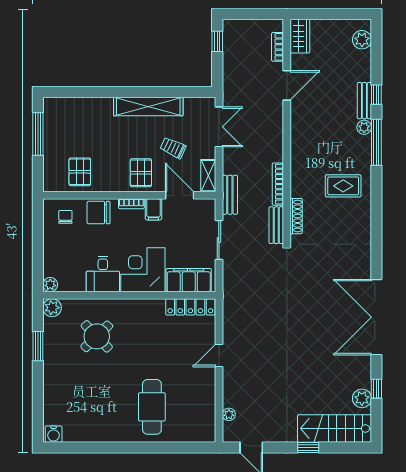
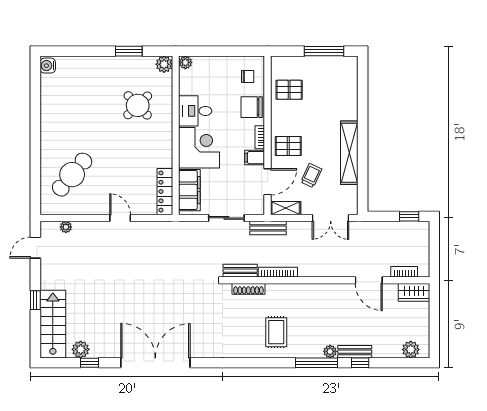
chair: (99, 213) -> (252, 107), turned -90
cafe table: (152, 407) -> (72, 175), moved, turned -50

